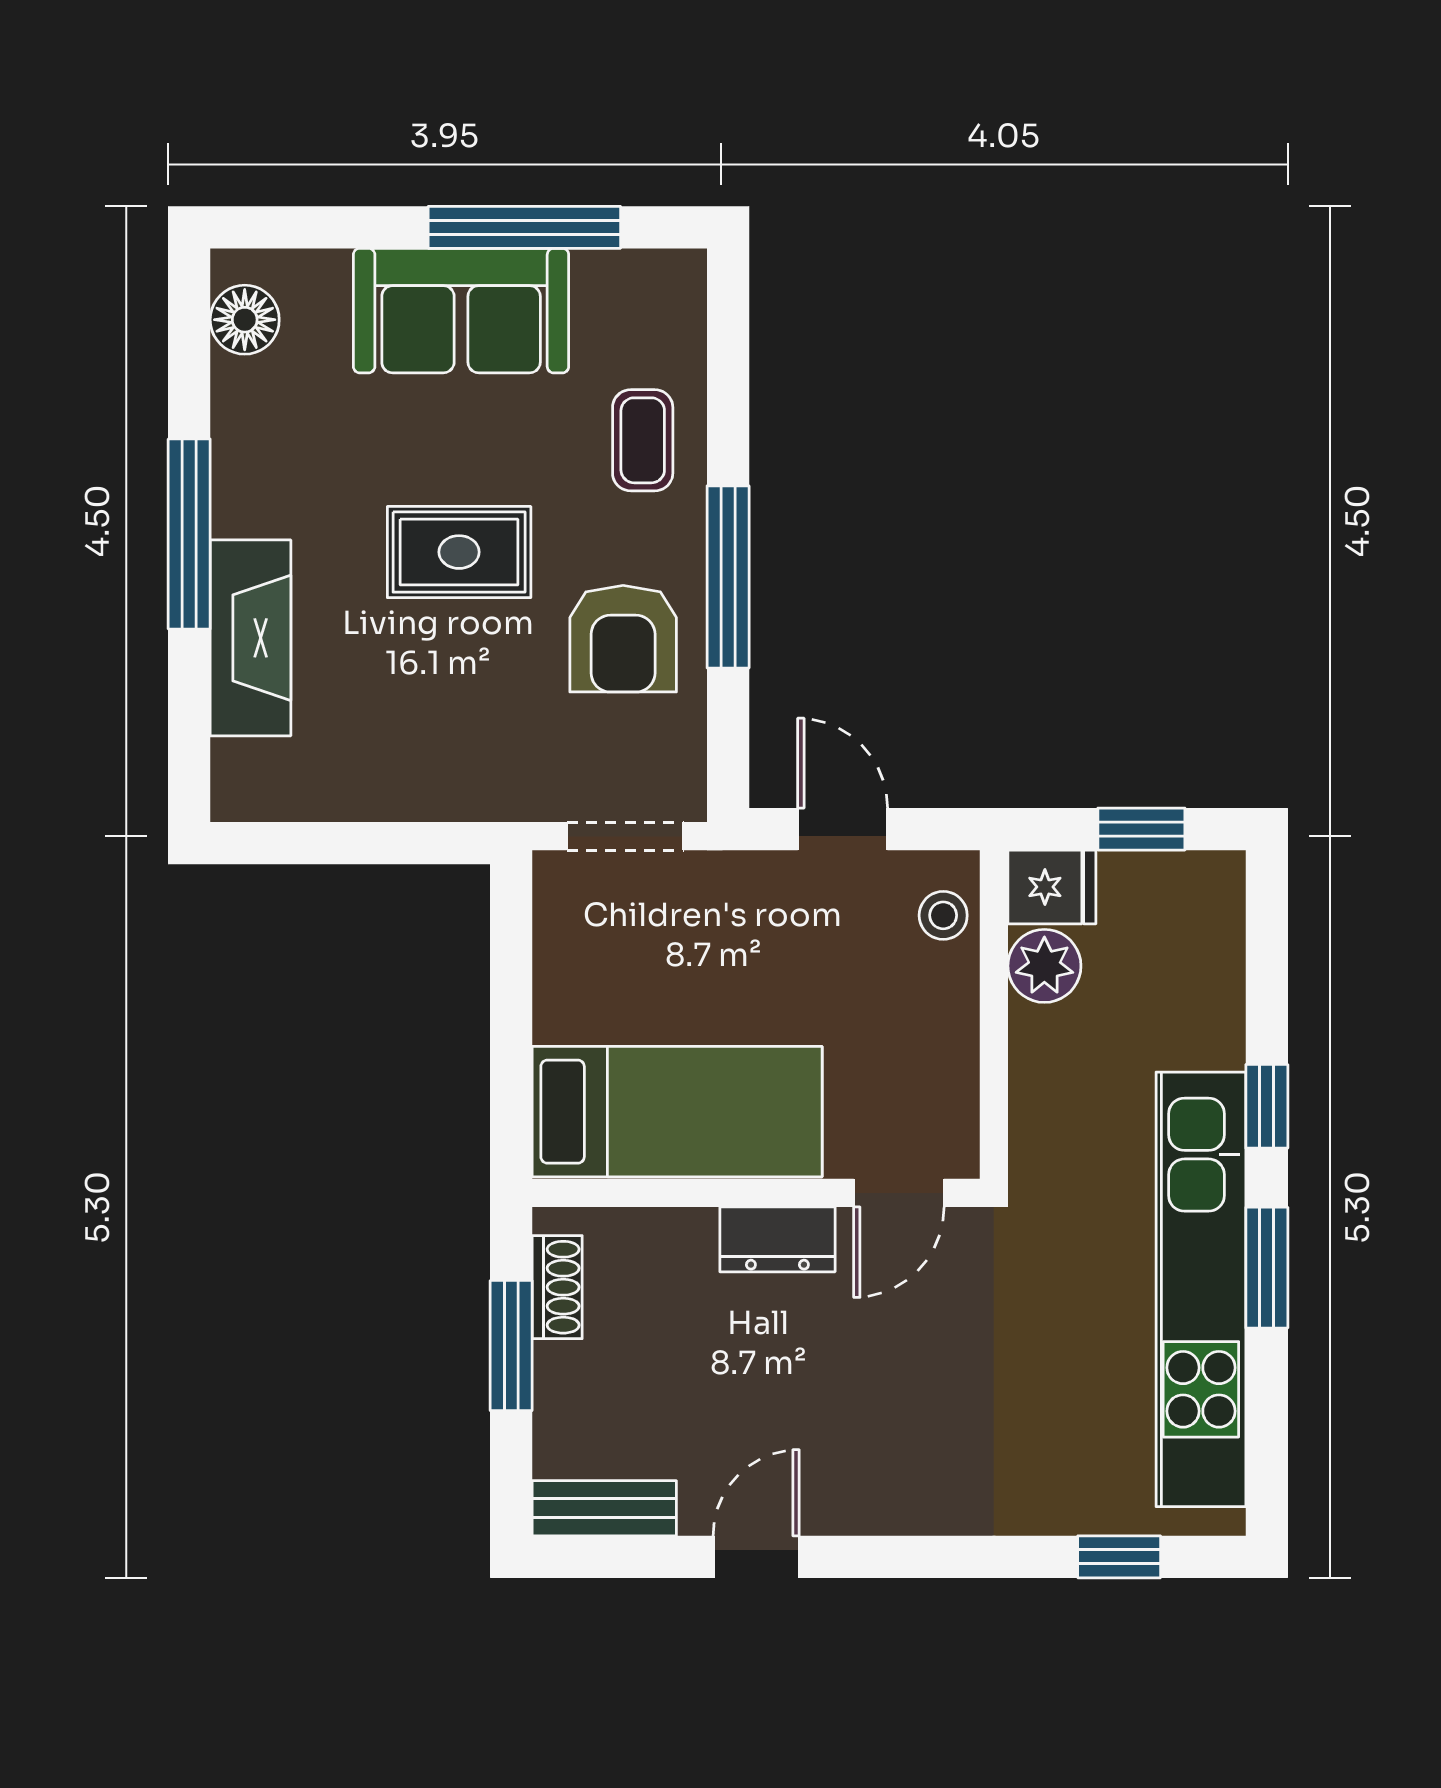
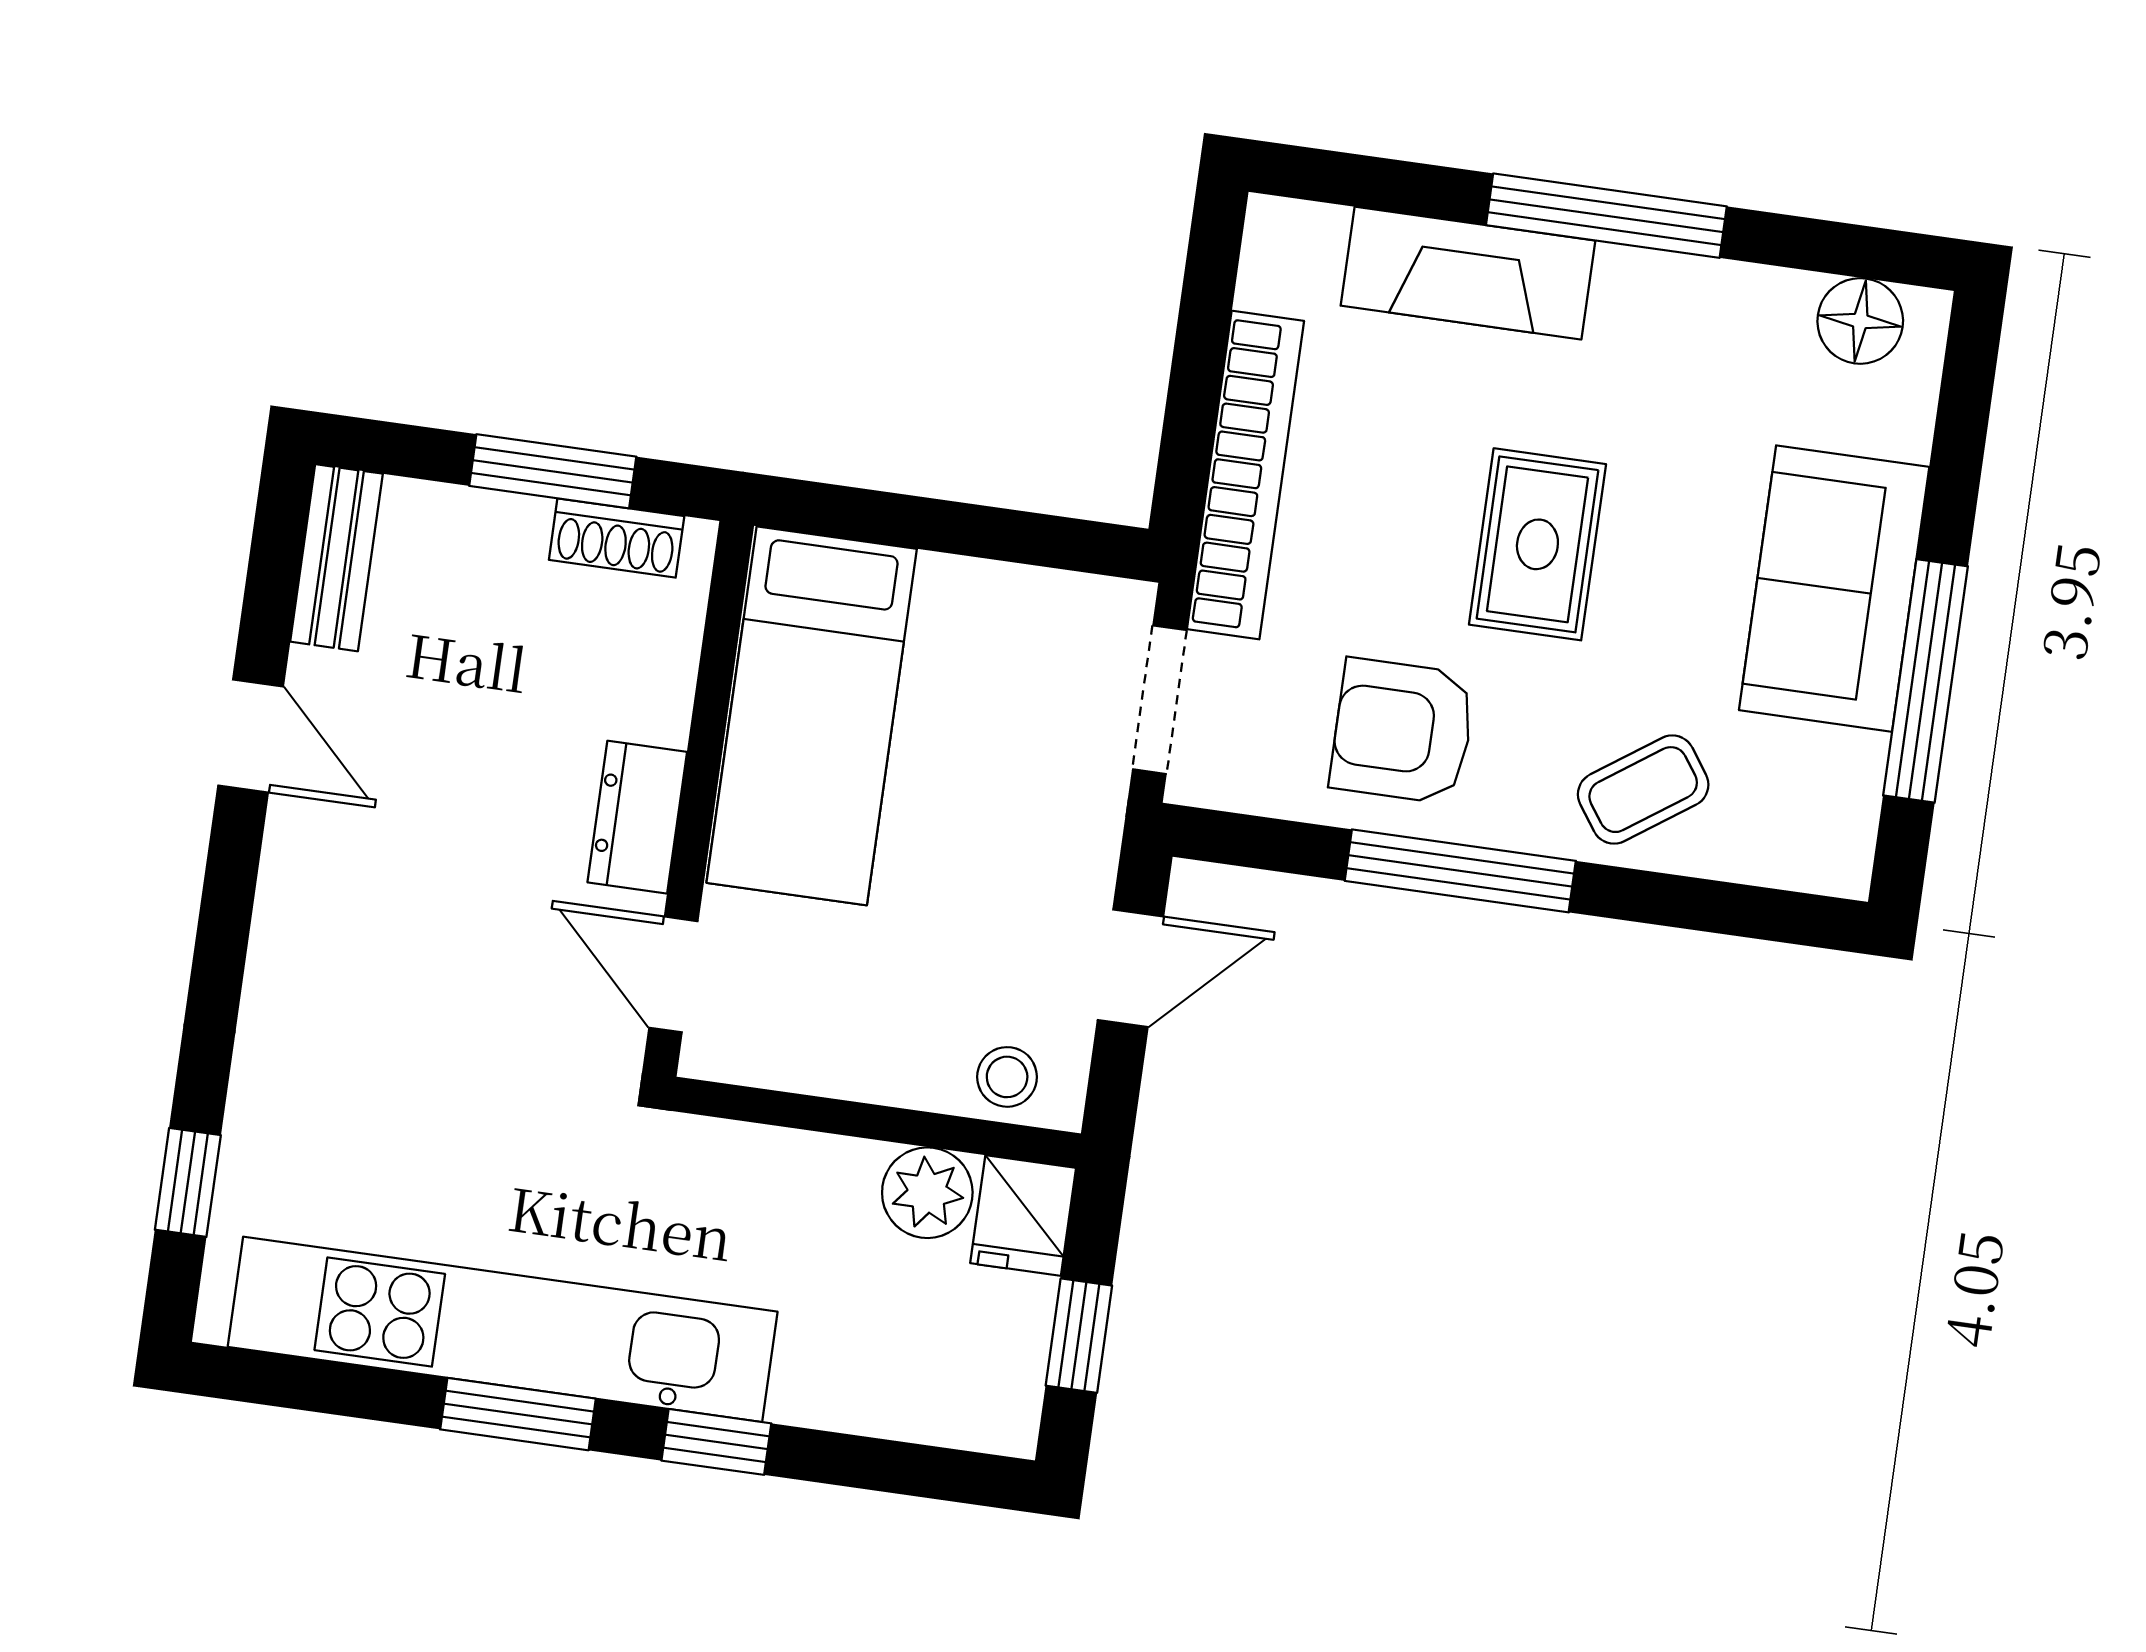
coffee table: (643, 440) -> (1643, 790), turned -35
bookcase: (436, 793) -> (1245, 475), added

